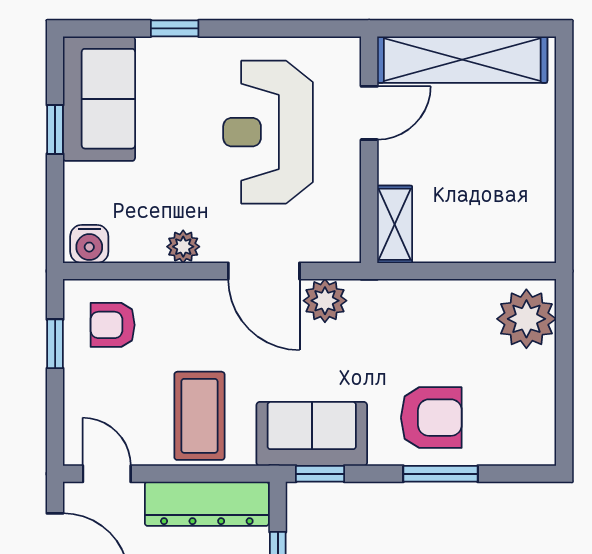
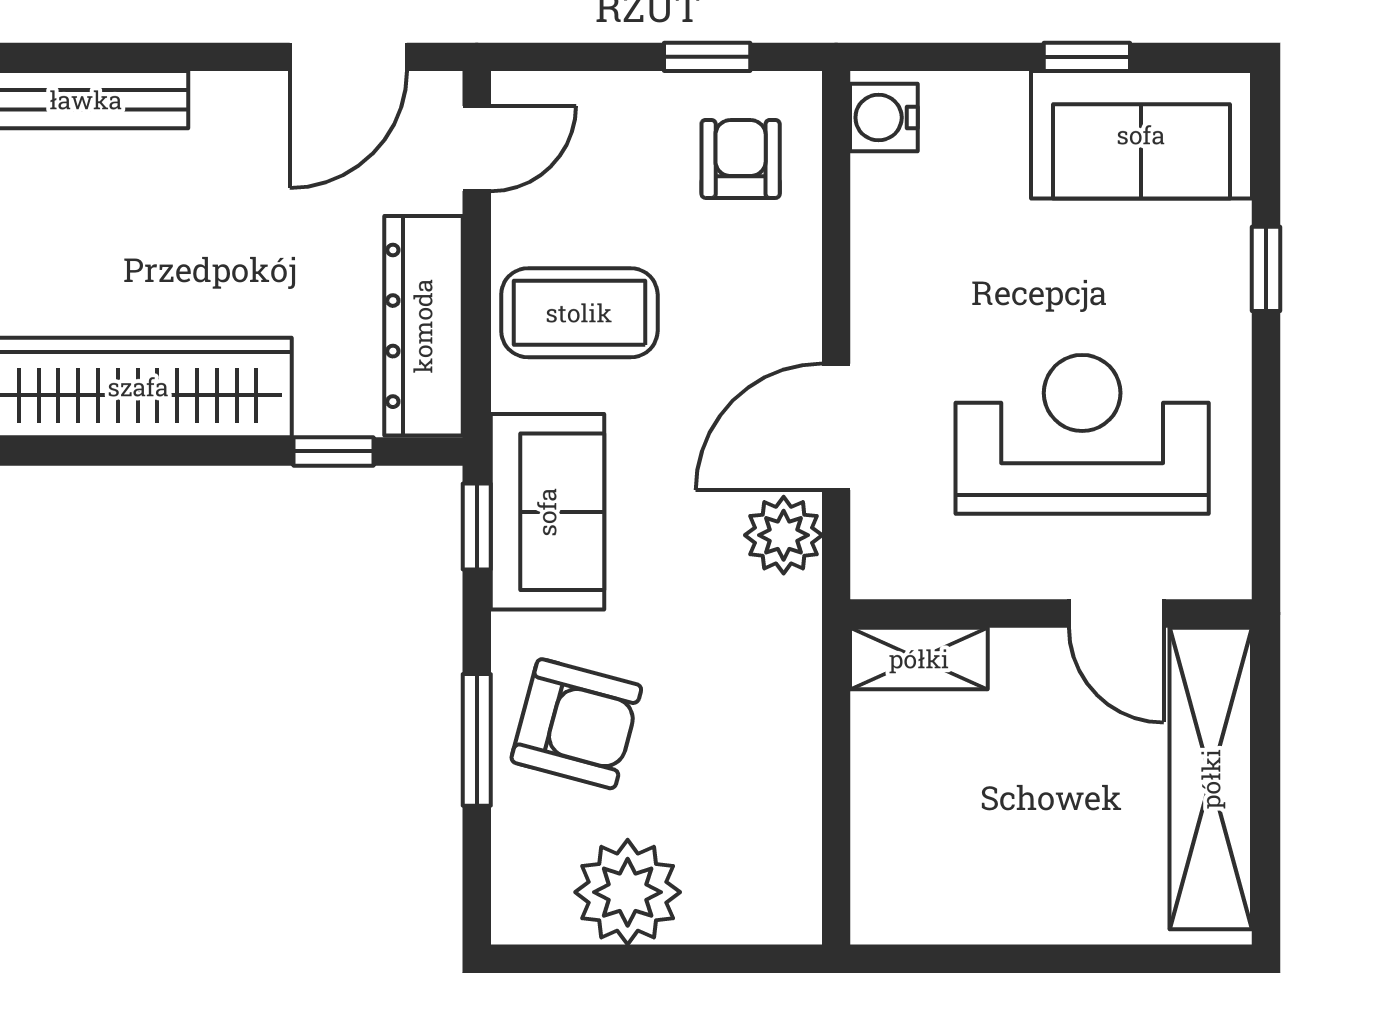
plant: (183, 247) -> (879, 284), removed
plant: (526, 319) -> (628, 892), moved
armchair: (431, 418) -> (576, 724), turned -75

